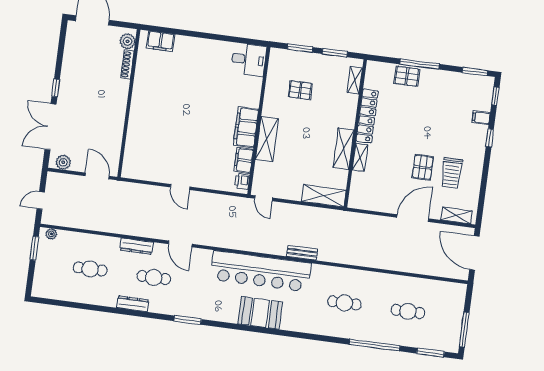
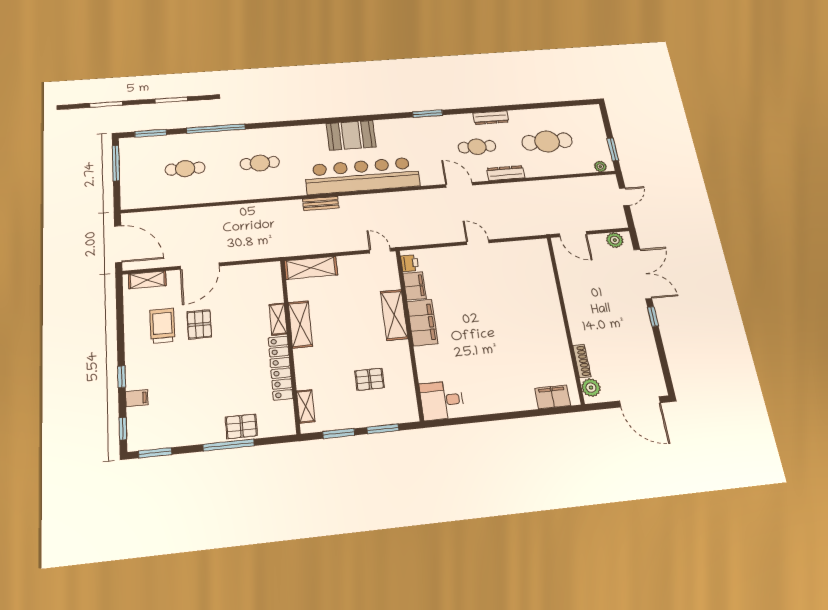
cafe table: (90, 269) -> (547, 141), width x1.37, depth x1.35

